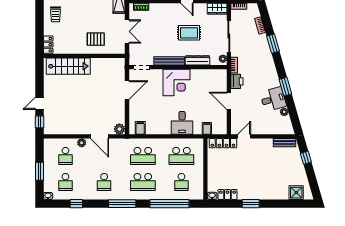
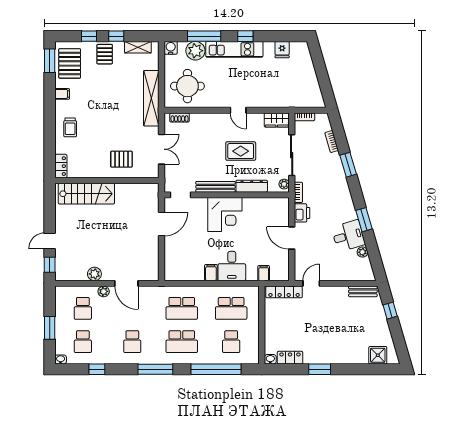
filing cabinet: (140, 128) -> (211, 273), moved
plant: (119, 129) -> (94, 274), moved

